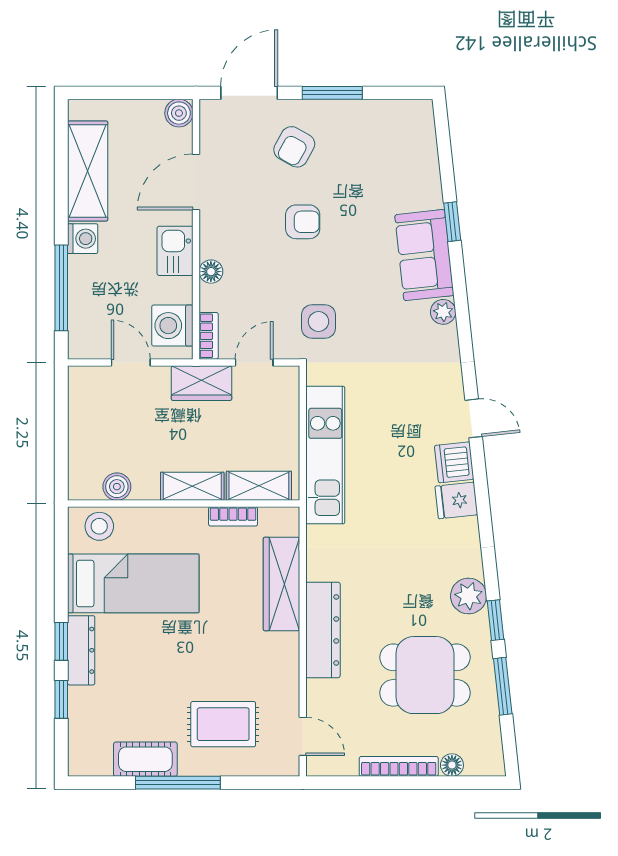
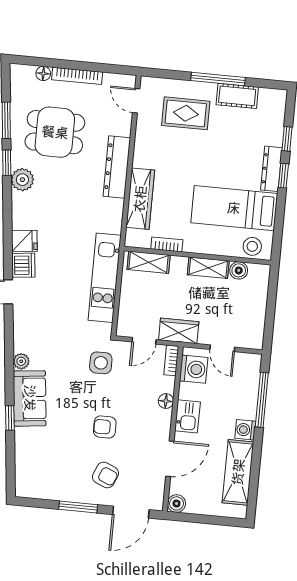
armchair: (294, 147) -> (105, 475), turned 84
shelving: (192, 486) -> (208, 268), moved

